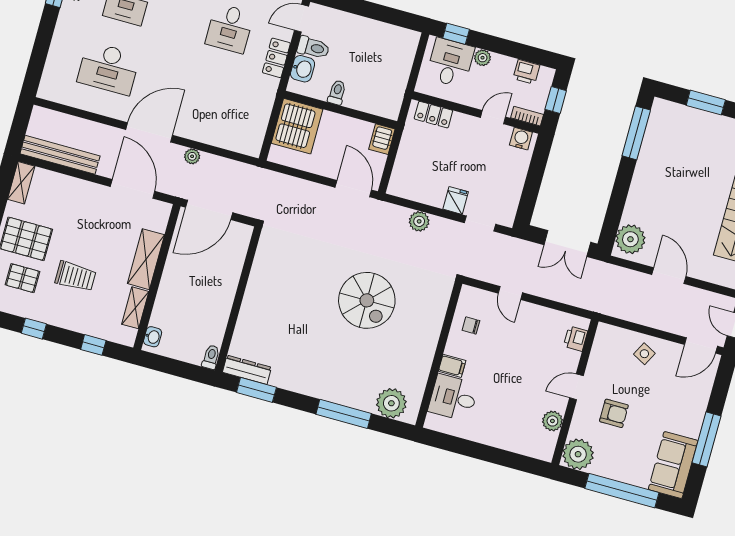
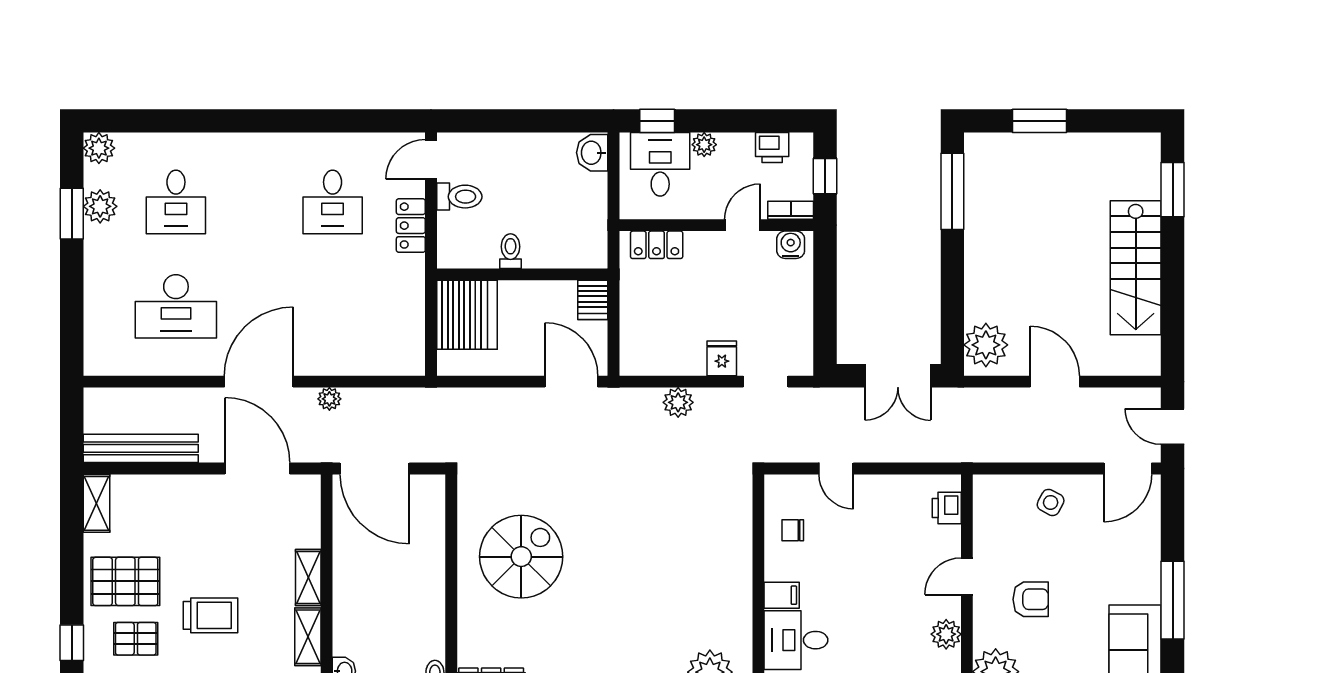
washbasin: (303, 69) -> (592, 153), moved, turned 180
door: (209, 210) -> (375, 469), hinge flipped
shelving: (146, 259) -> (308, 577), width x0.67, depth x0.75
spiral stairs: (367, 300) -> (521, 557), moved, turned -90

